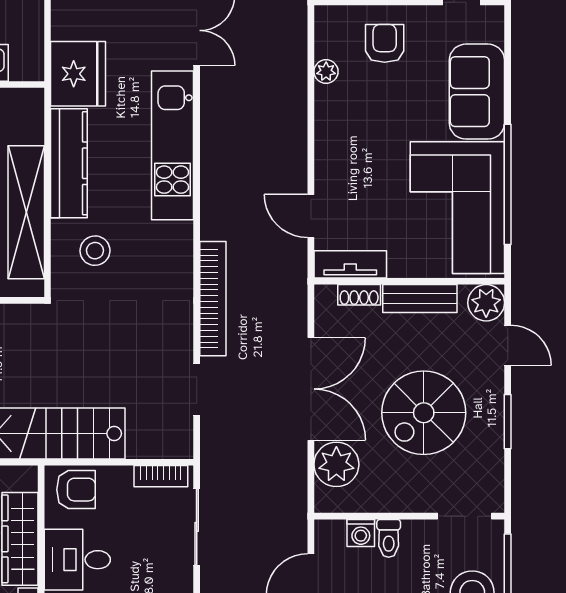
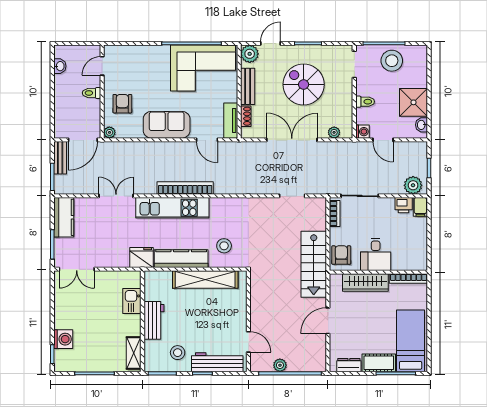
armchair: (385, 43) -> (122, 104), turned 90
plant: (326, 72) -> (109, 132), moved
fridge: (78, 74) -> (141, 257), width x0.73, depth x0.75
sofa: (477, 92) -> (167, 125), moved, turned 180
door: (311, 216) -> (207, 140), hinge flipped
bookcase: (213, 299) -> (185, 188), moved
spiral stairs: (424, 413) -> (304, 84), turned 180
plant: (336, 464) -> (334, 132), width x0.53, depth x0.53
washing machine: (361, 533) -> (363, 132), moved

